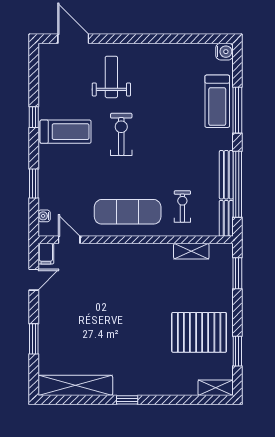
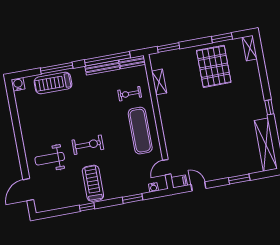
treadmill: (217, 101) -> (53, 83), turned 180
exercise bike: (121, 134) -> (88, 145), turned 180

